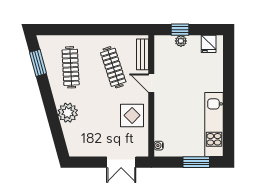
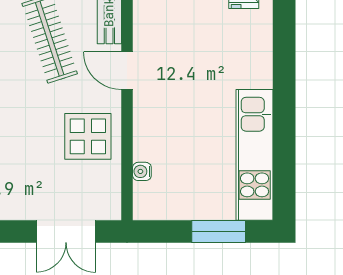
water cooler: (159, 146) -> (142, 171), moved

